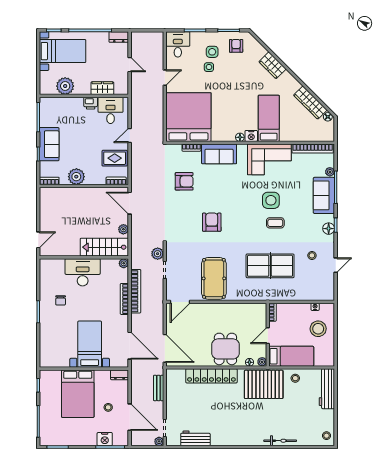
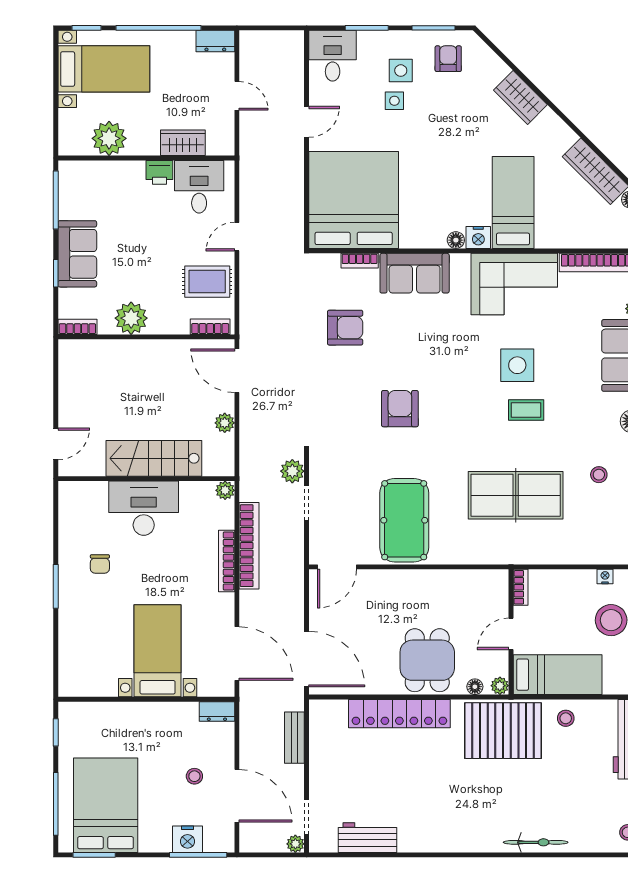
stairs: (104, 247) -> (154, 458), moved
bed: (78, 394) -> (106, 805), moved, turned 180

